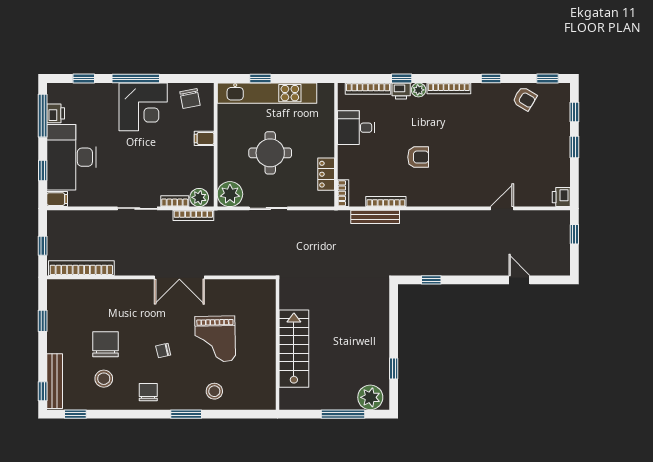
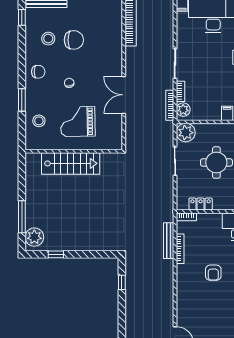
wall: (277, 344) -> (74, 151), moved
stairs: (294, 349) -> (71, 163), moved

